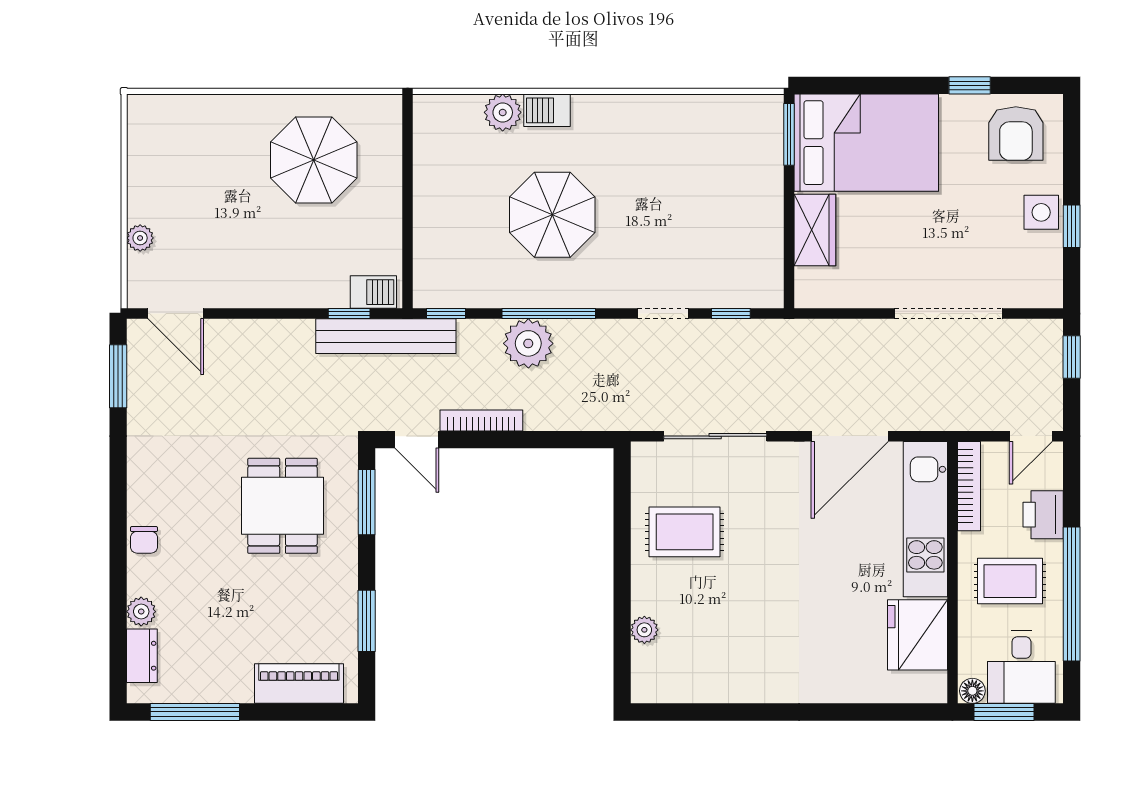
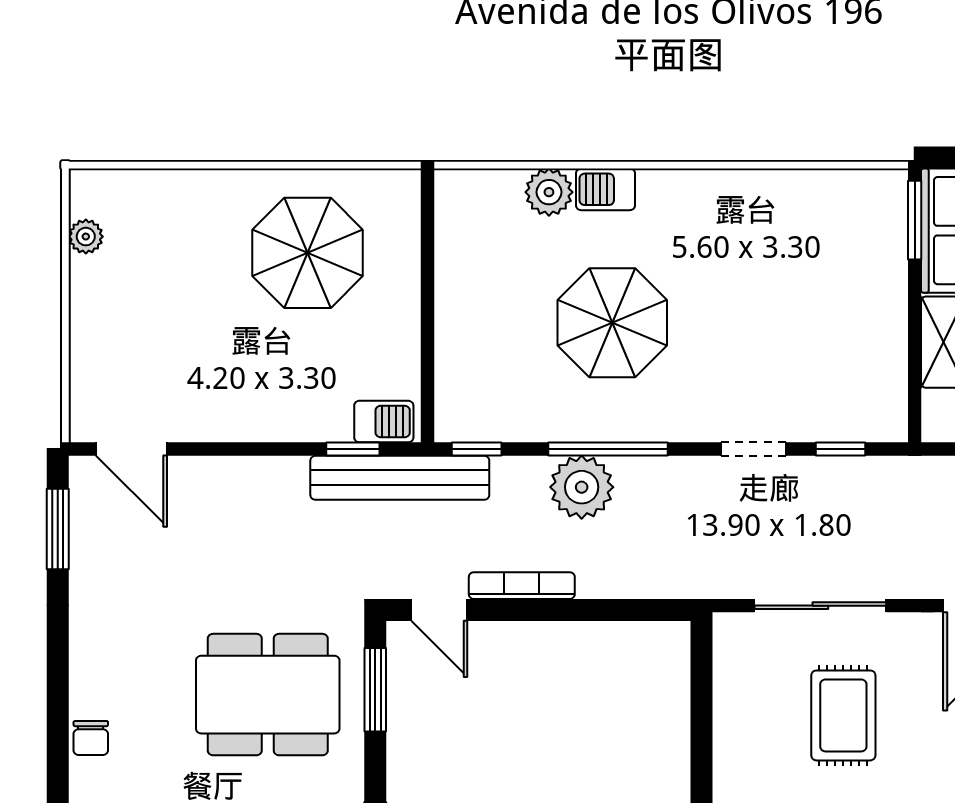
plant: (140, 238) -> (86, 237), moved
dining table: (283, 506) -> (268, 695), width x1.37
rug: (685, 532) -> (843, 715), moved, turned 90

